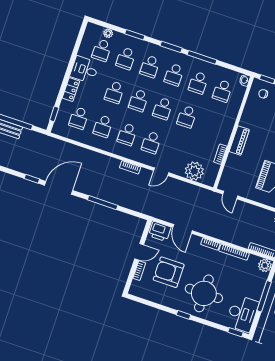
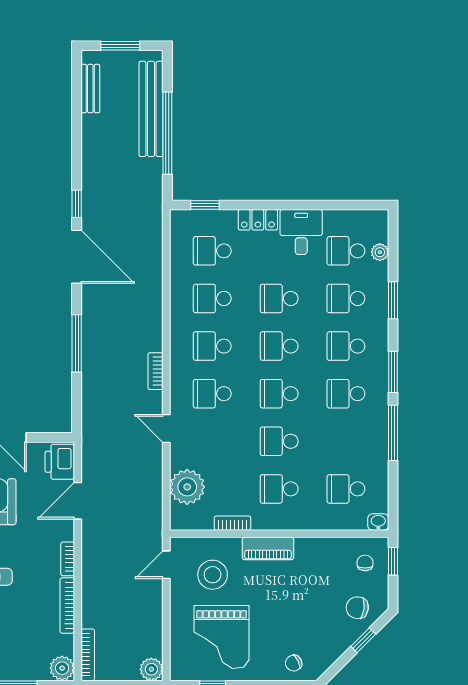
school desk: (198, 83) -> (279, 489), moved
stool: (243, 173) -> (213, 575), added

